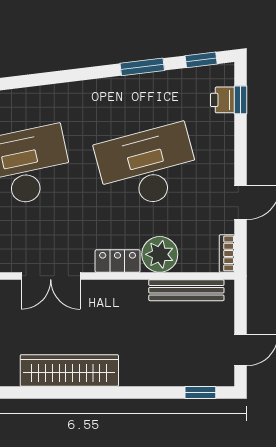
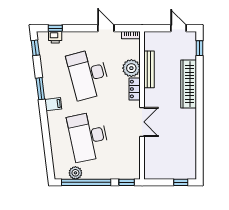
window: (142, 67) -> (40, 89), moved
filing cabinet: (87, 96) -> (53, 104), added
bench: (186, 290) -> (149, 69), moved
wardrobe: (69, 370) -> (189, 84), moved

